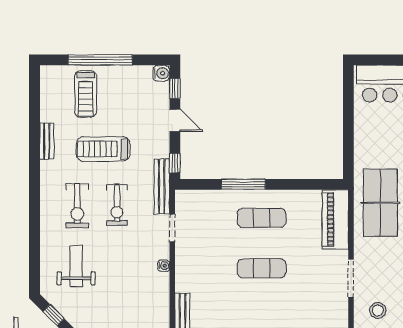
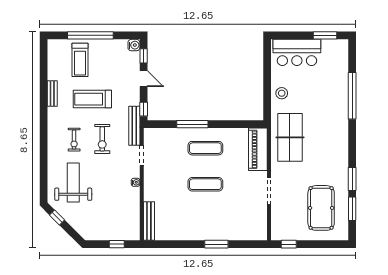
exercise bike: (77, 206) -> (74, 140), width x0.73, depth x0.72
weight bench: (76, 266) -> (73, 182), width x1.36, depth x1.33
stool: (378, 310) -> (282, 93), moved

